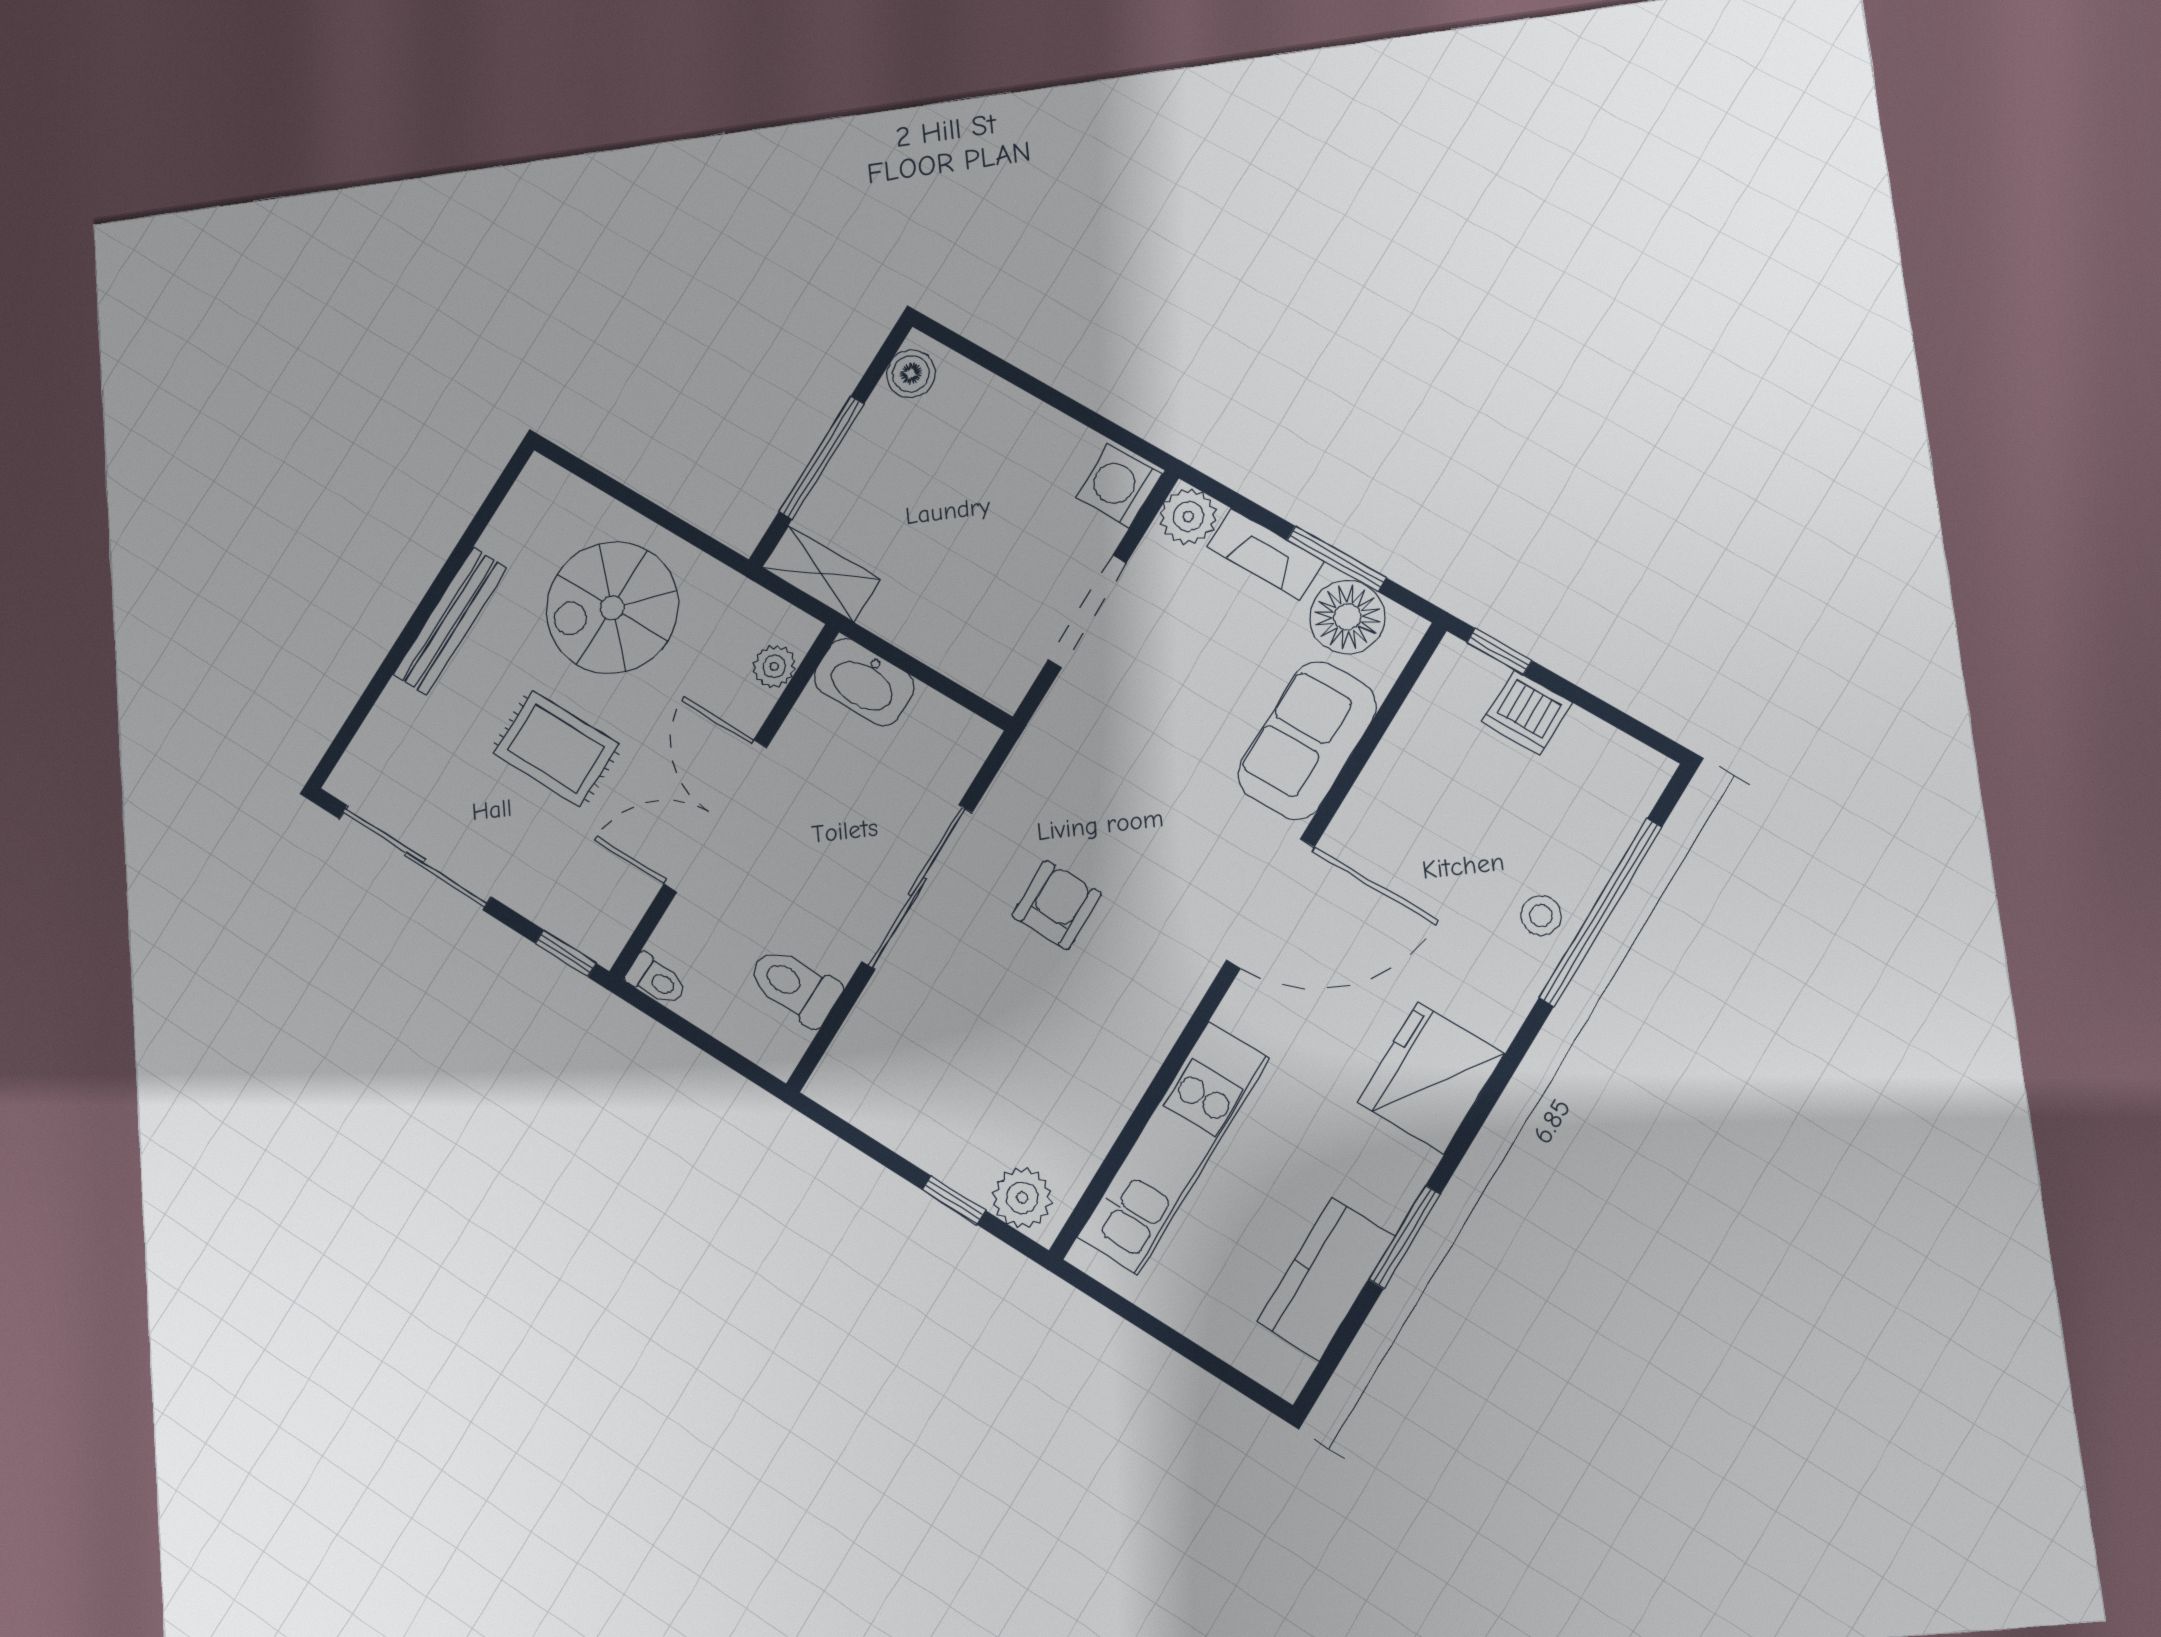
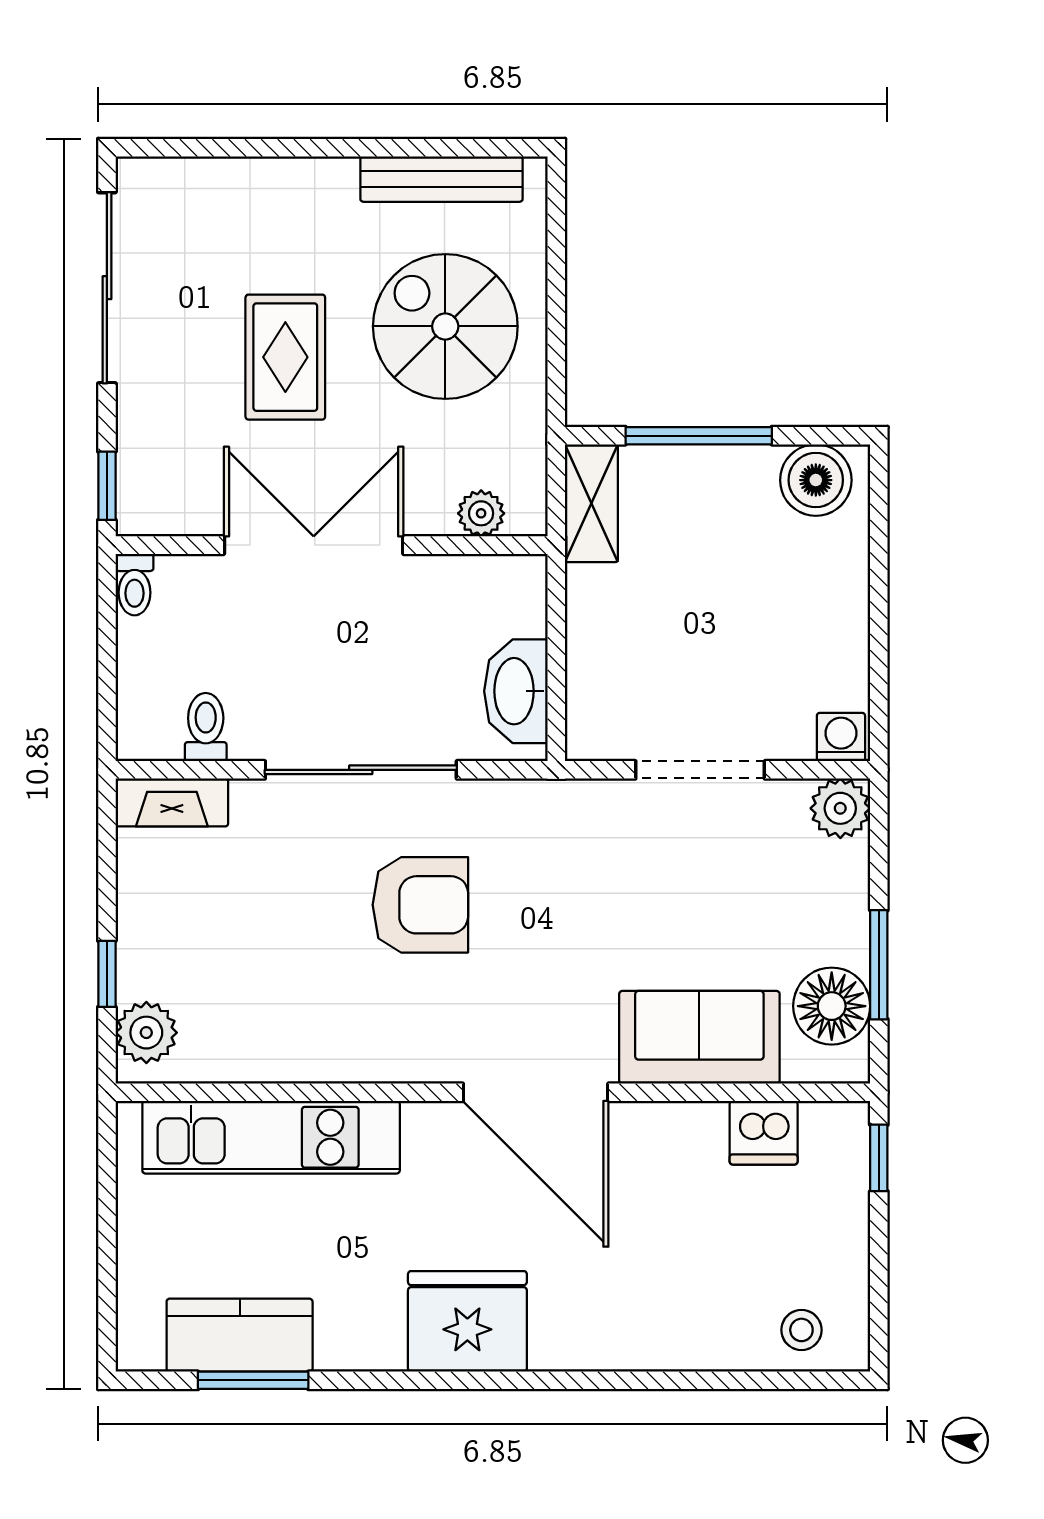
boiler: (911, 374) -> (816, 480), width x1.36, depth x1.36
washing machine: (1119, 486) -> (841, 737), width x0.73, depth x0.73
fireplace: (1266, 554) -> (172, 802), moved, turned -90
bench: (450, 621) -> (441, 179), moved
washbasin: (864, 682) -> (516, 691), moved
dishwasher: (1527, 712) -> (764, 1133), moved, turned -90
armchair: (1057, 905) -> (420, 905), width x1.38, depth x1.38
window: (1601, 912) -> (699, 1380), removed
stool: (1541, 915) -> (801, 1330), moved
toilet: (794, 986) -> (206, 727), width x0.73, depth x0.72
window: (1405, 1237) -> (253, 1380), moved

